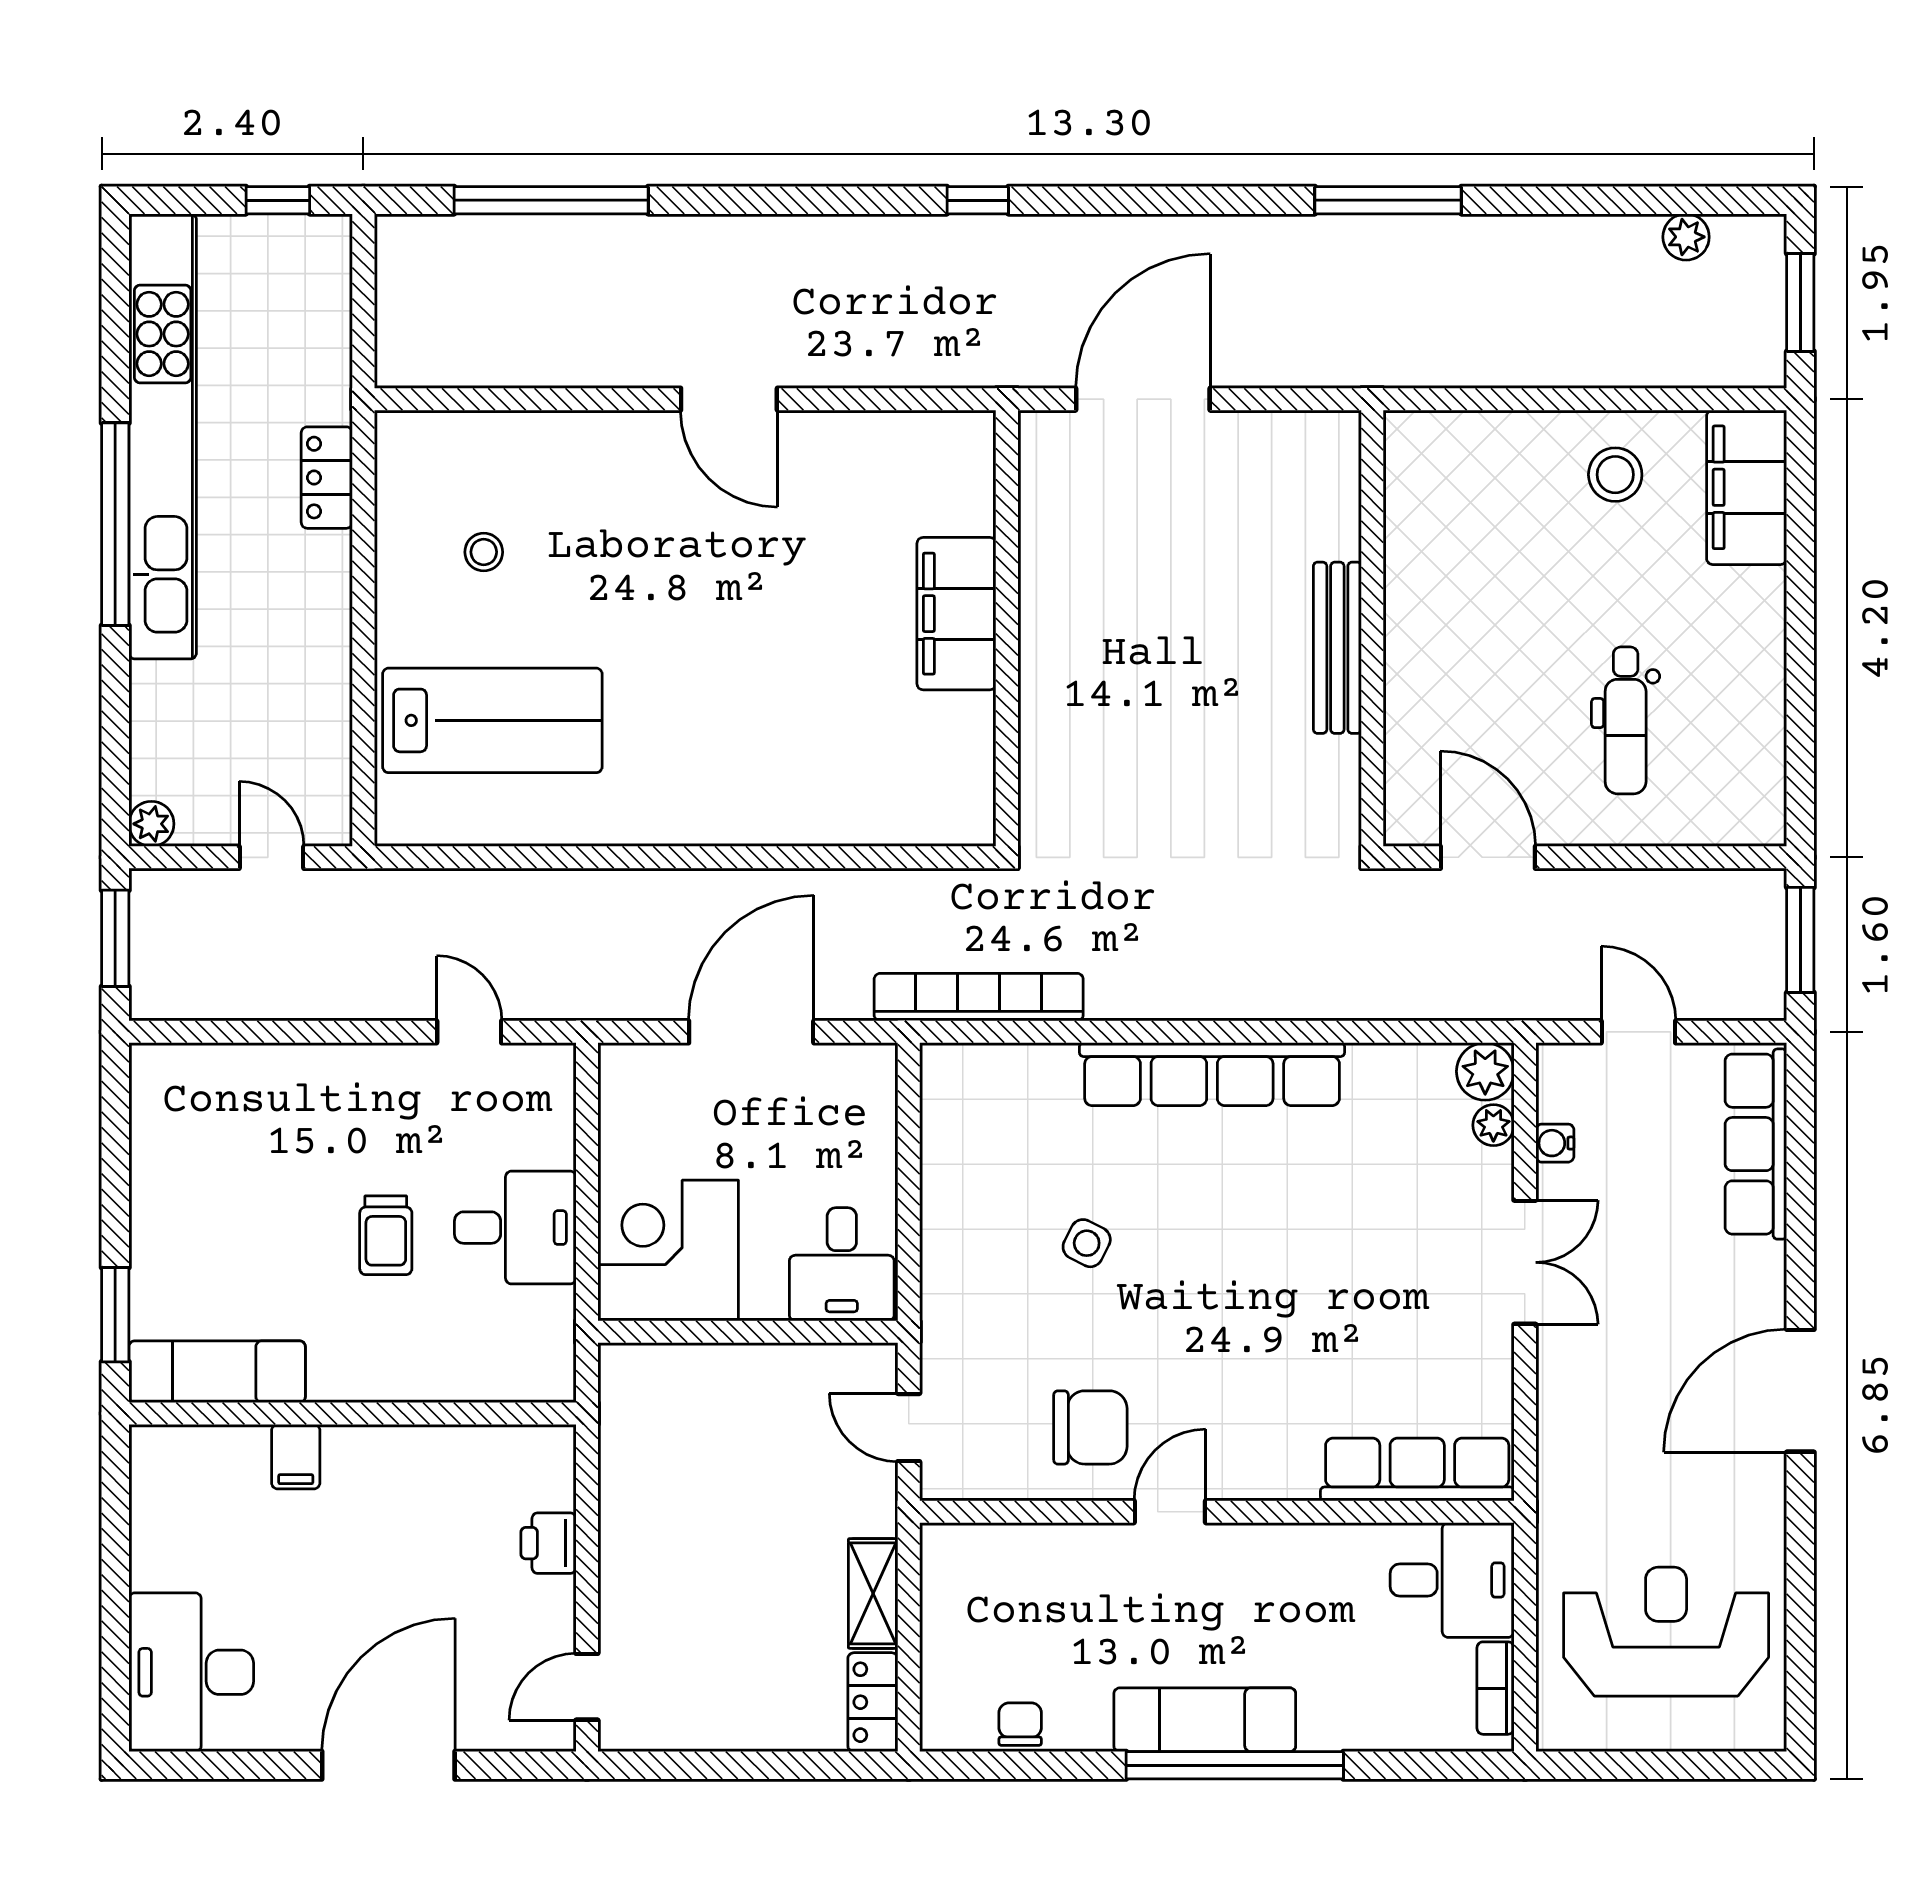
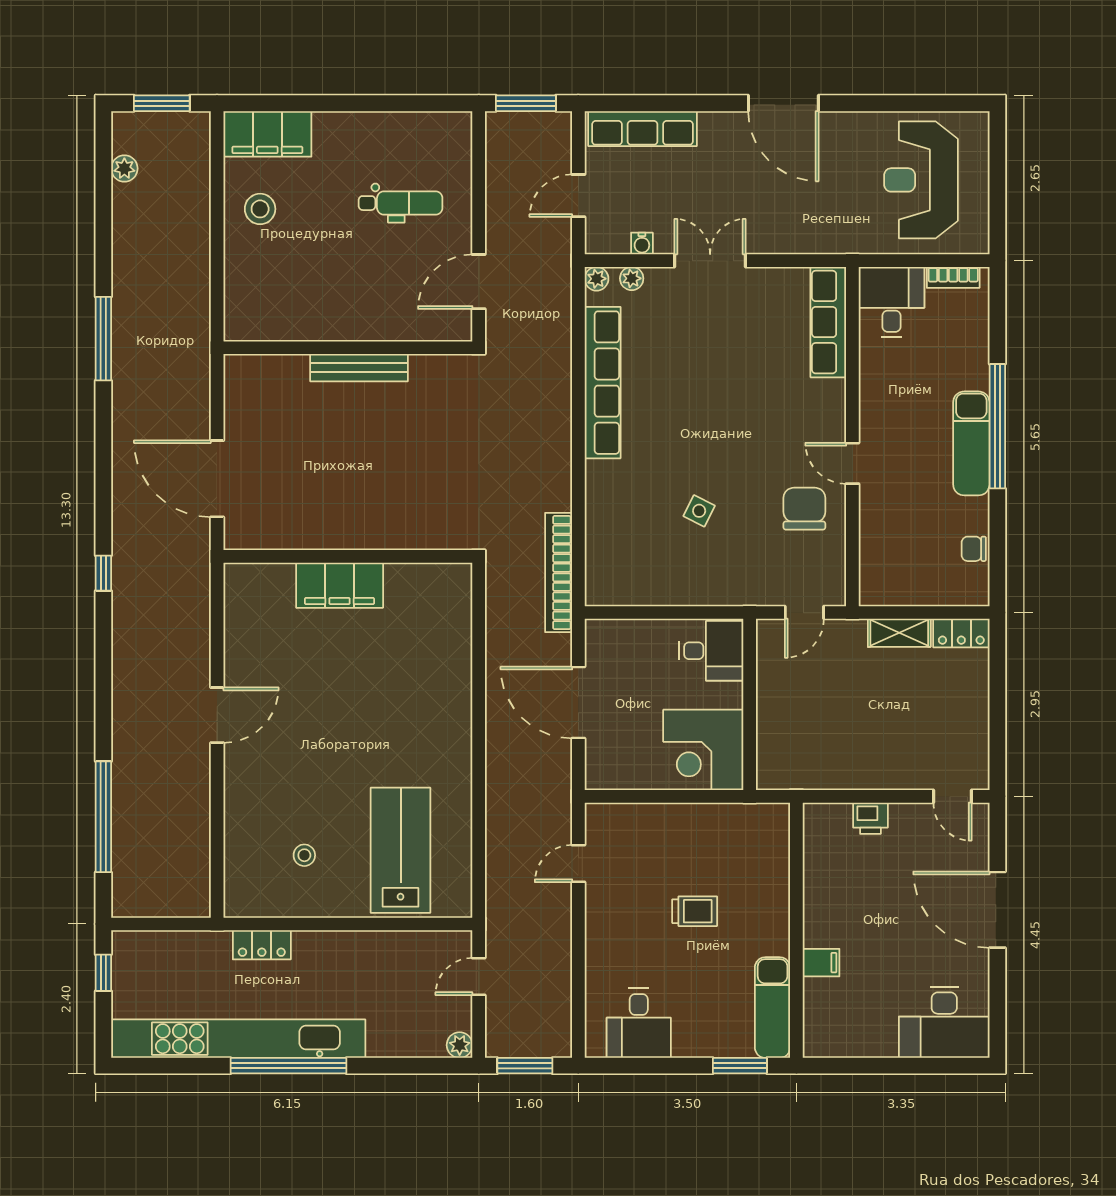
plant: (1485, 1071) -> (597, 279), width x0.73, depth x0.73
row of seats: (1212, 1074) -> (603, 383), moved
desk: (515, 1228) -> (639, 1023), moved, turned 180

